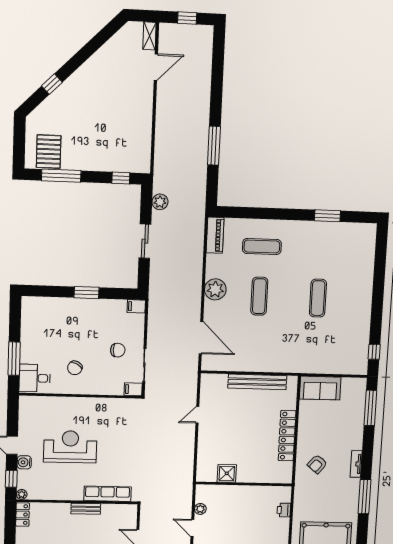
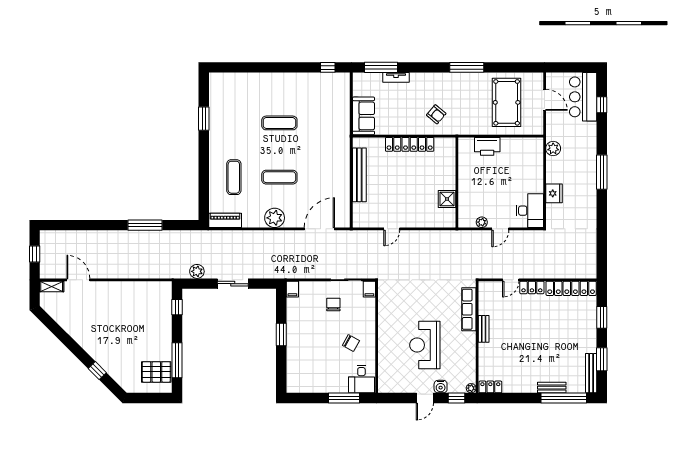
door: (197, 415) -> (392, 229), hinge flipped
tv unit: (356, 464) -> (396, 77), moved
printer: (284, 510) -> (487, 146), width x1.87, depth x1.48

